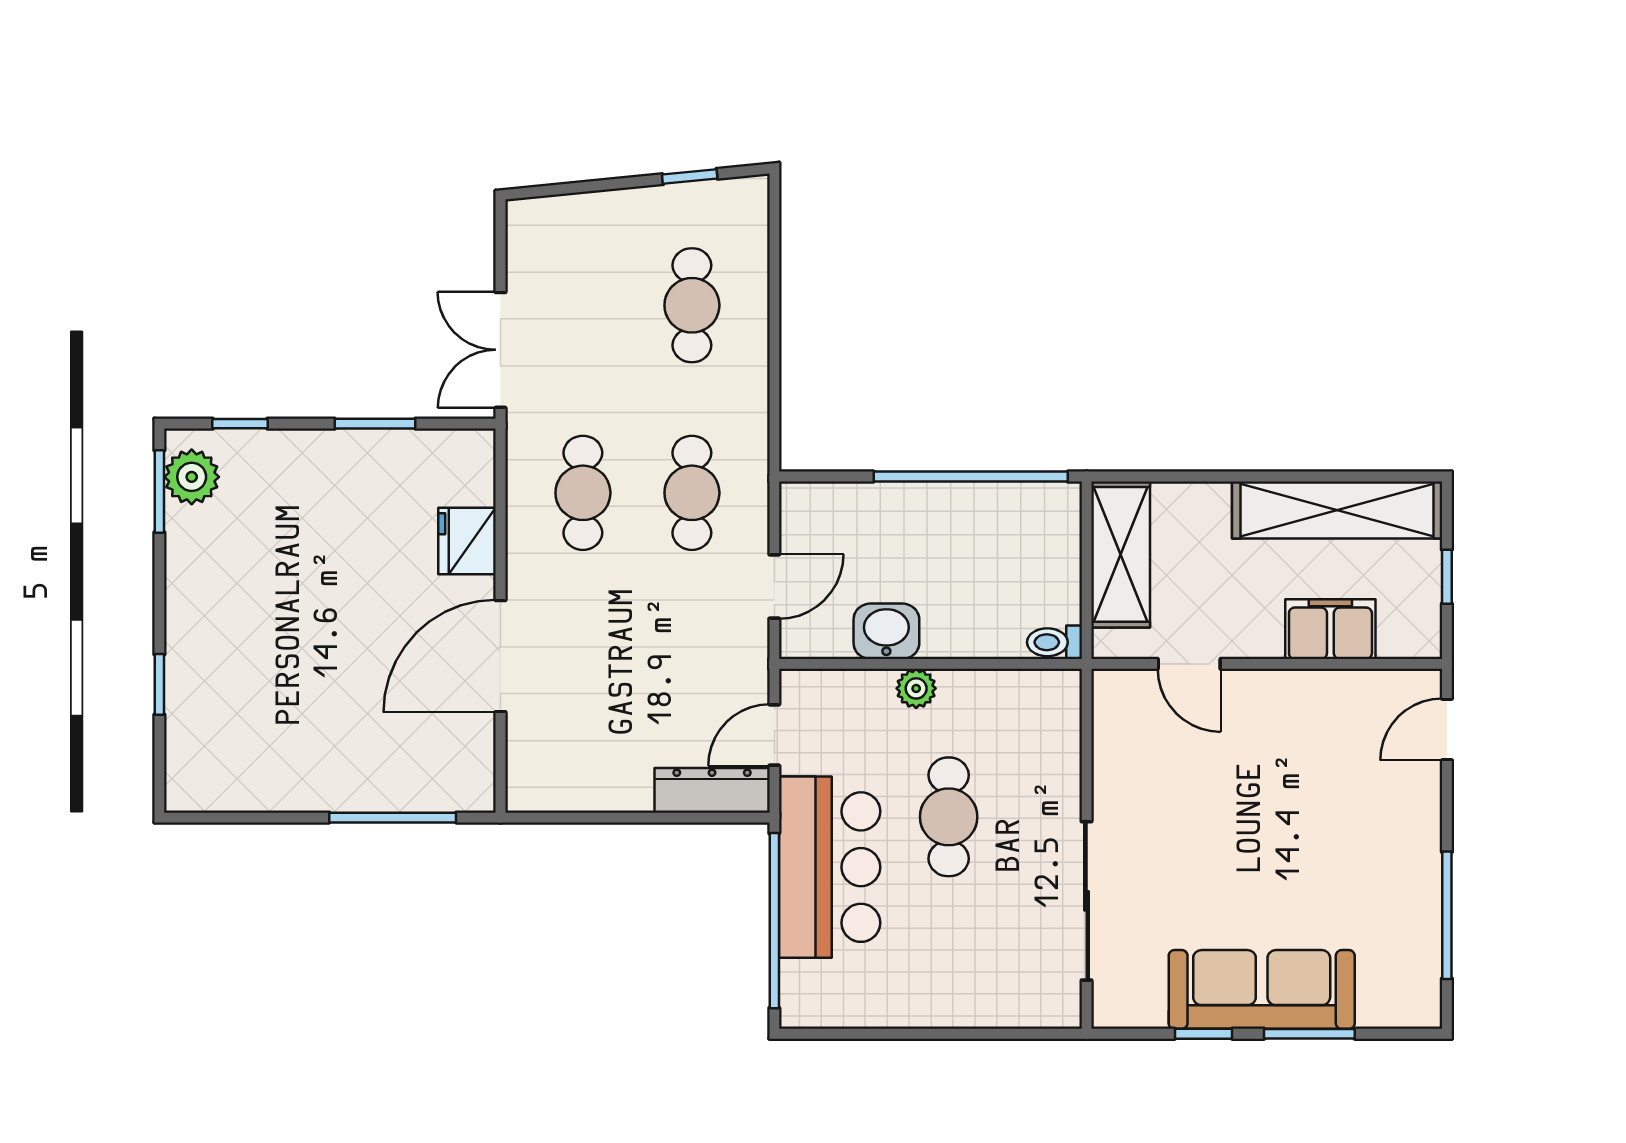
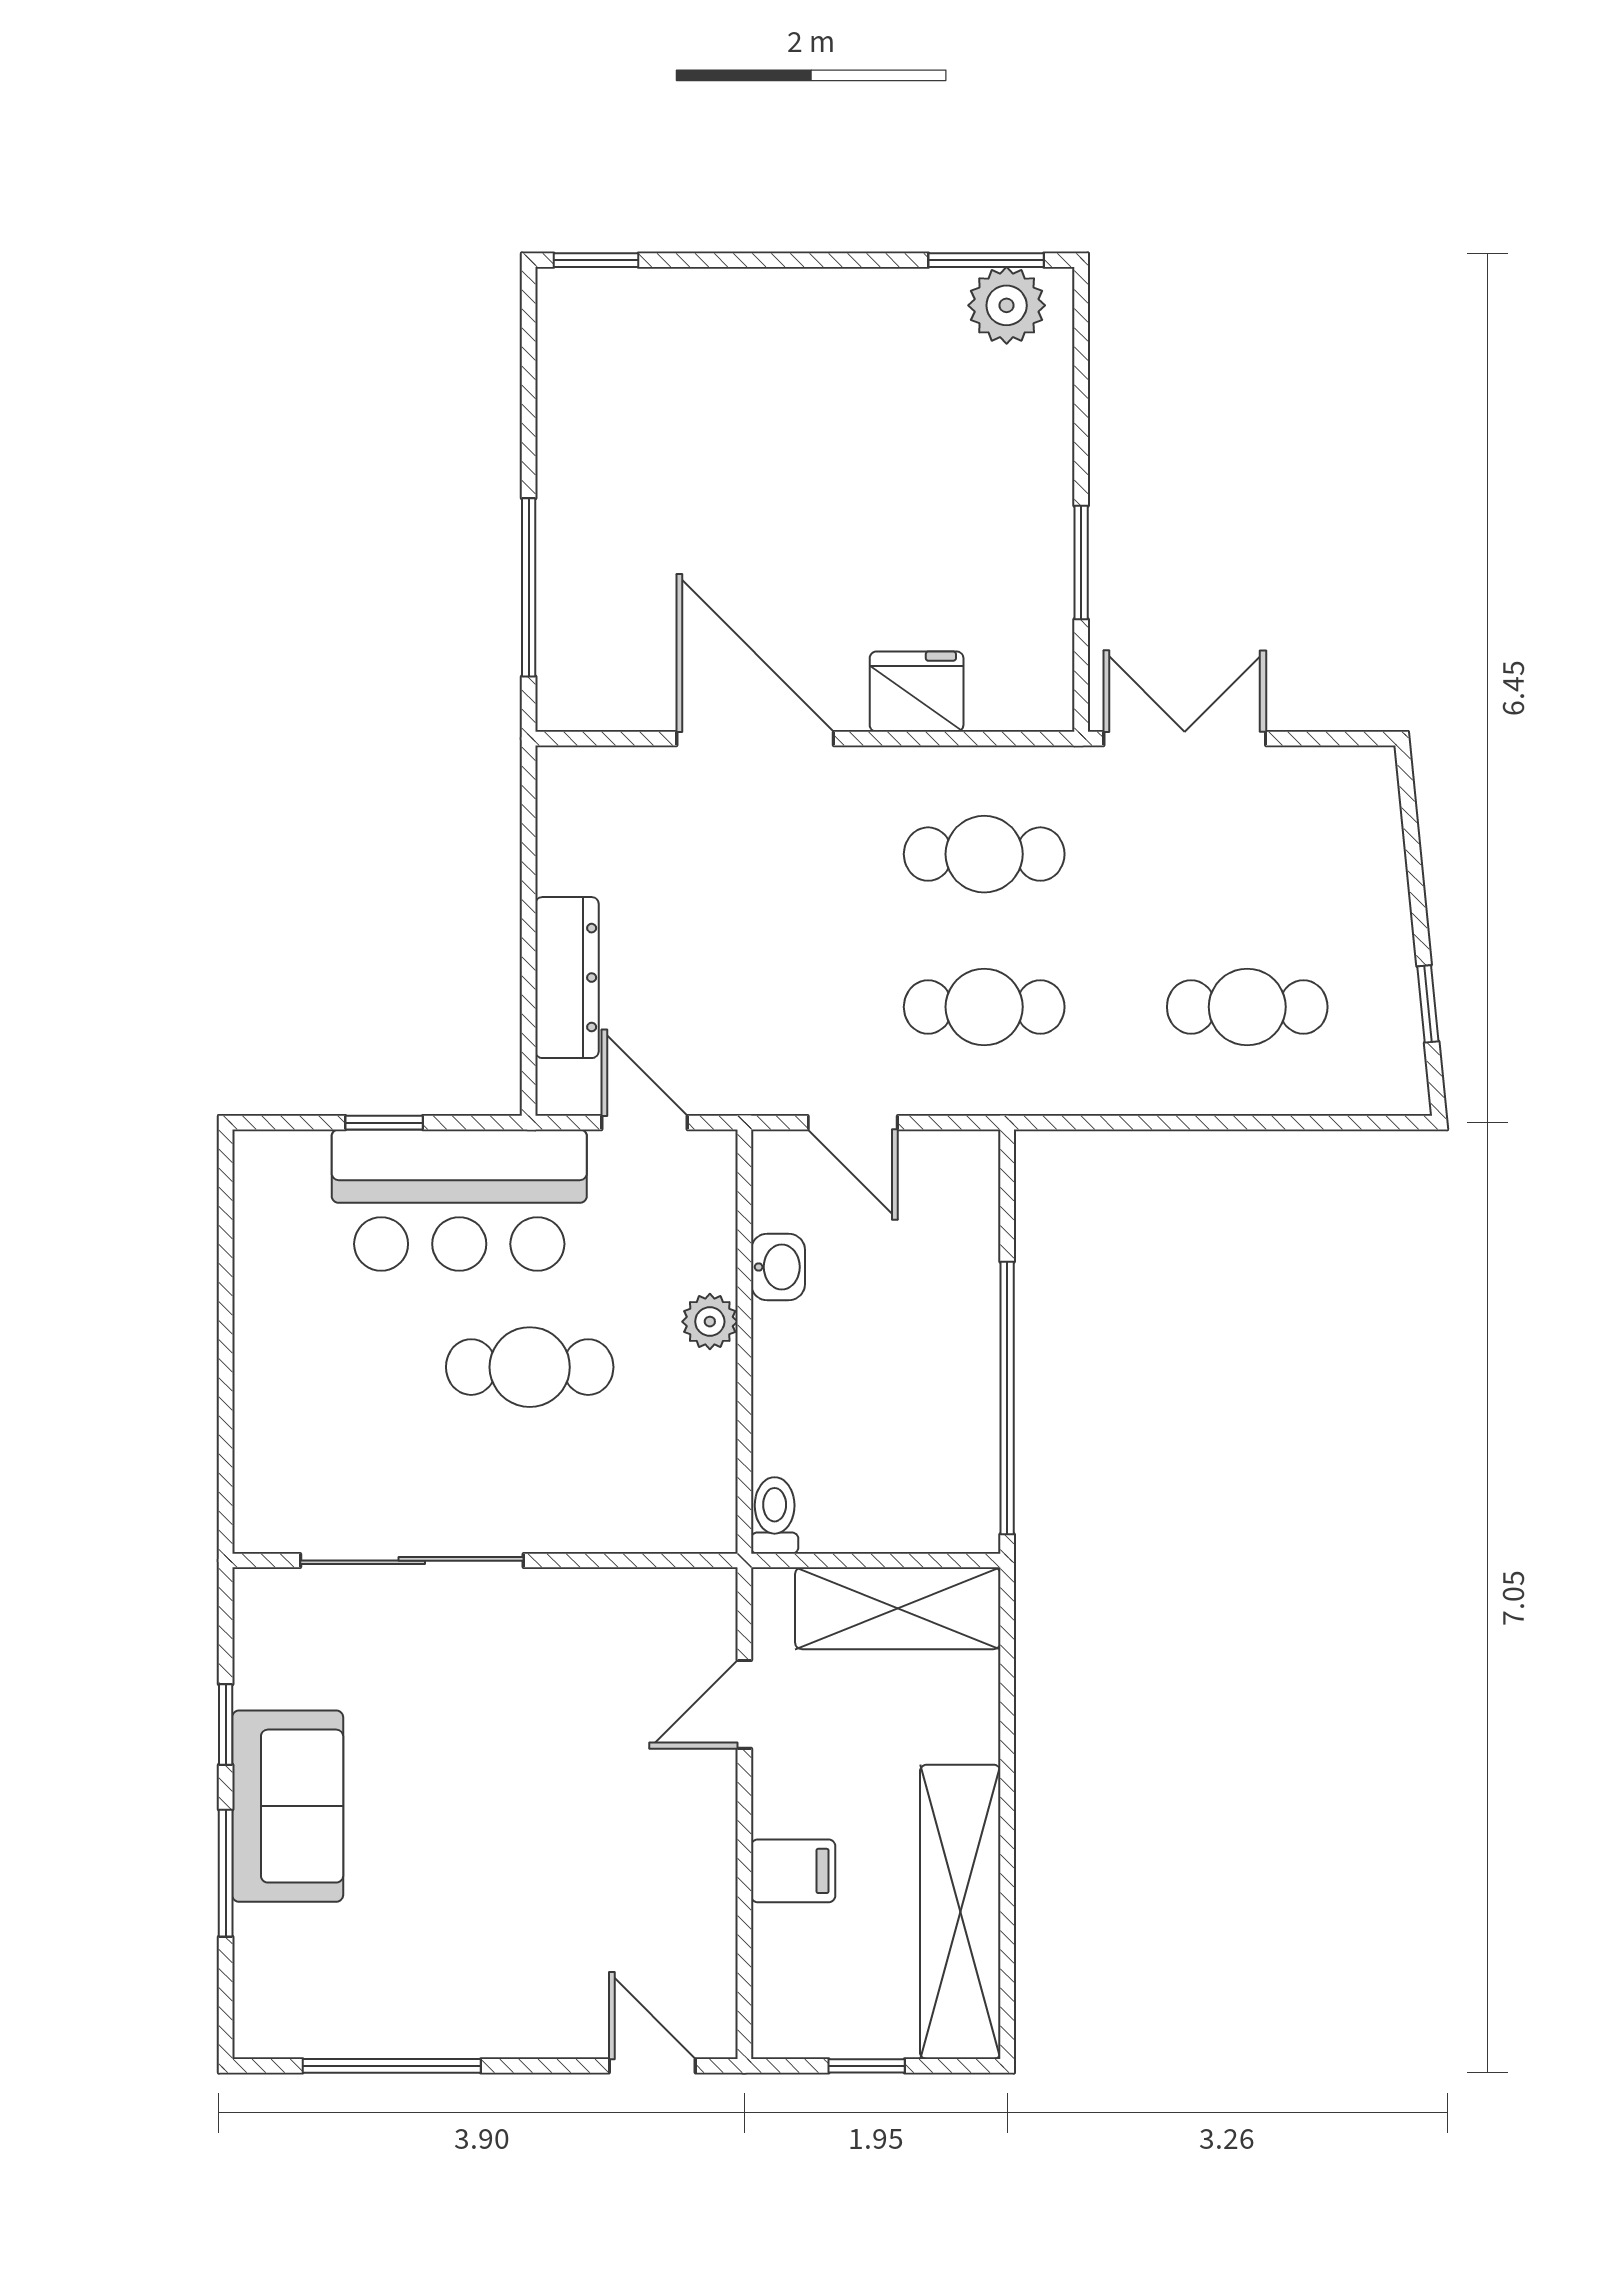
window: (240, 424) -> (1081, 373), removed
filing cabinet: (1330, 629) -> (793, 1871), width x0.50
washbasin: (886, 631) -> (778, 1267), width x0.72, depth x0.69
window: (159, 684) -> (596, 260), moved
dresser: (712, 790) -> (567, 978), moved
window: (774, 921) -> (384, 1123), width x0.32
sofa: (1262, 989) -> (288, 1806), width x0.73

